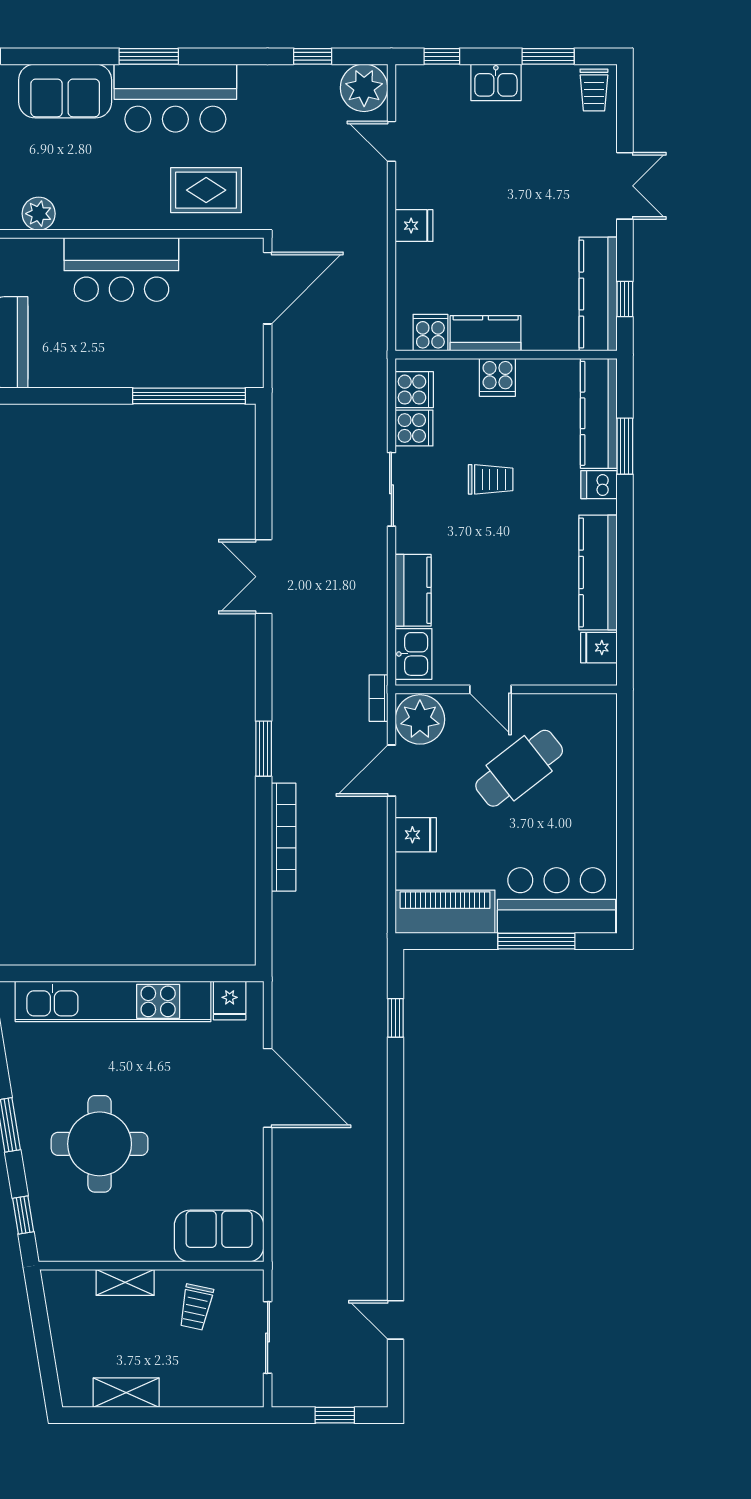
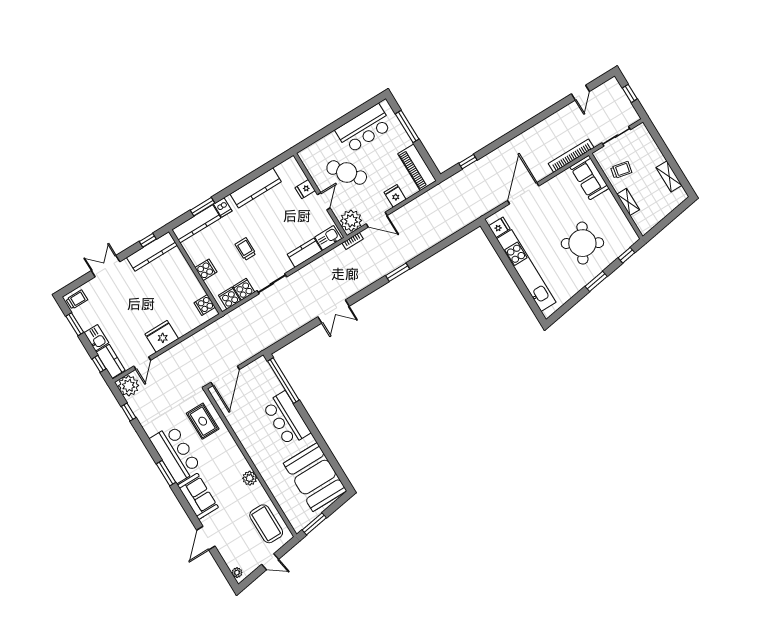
fridge: (414, 226) -> (162, 336), width x1.88, depth x1.34
bar counter: (121, 269) -> (286, 419), moved, turned 180
door: (268, 288) -> (225, 376), swing flipped
kitchen counter: (486, 333) -> (111, 361), moved, turned 180
fridge: (599, 648) -> (305, 189), moved, turned 90
bookcase: (284, 837) -> (571, 156), moved
bar counter: (557, 901) -> (364, 129), moved, turned -90
round table: (100, 1144) -> (582, 243), turned 30

